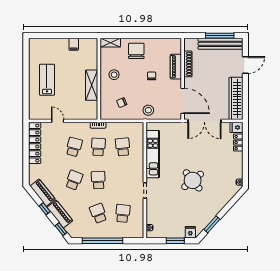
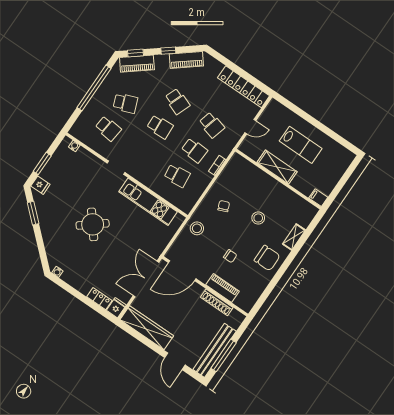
wall: (99, 79) -> (278, 179), moved
shelving: (92, 85) -> (277, 167), moved
piano: (60, 214) -> (137, 64), moved

